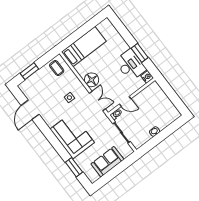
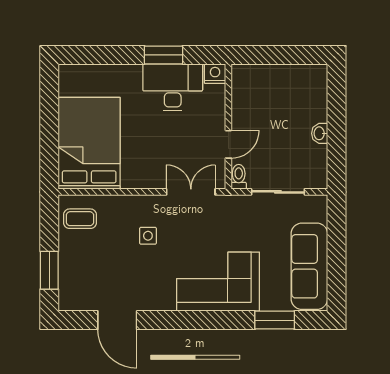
bed: (84, 47) -> (89, 143), width x1.50
floor lamp: (92, 80) -> (146, 174), removed
sofa: (107, 162) -> (309, 266), width x1.36

